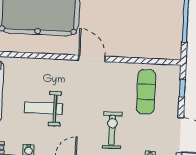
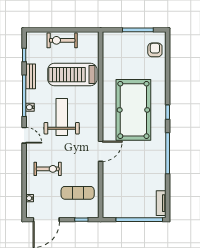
weight bench: (44, 108) -> (62, 117), width x1.36, depth x1.33

